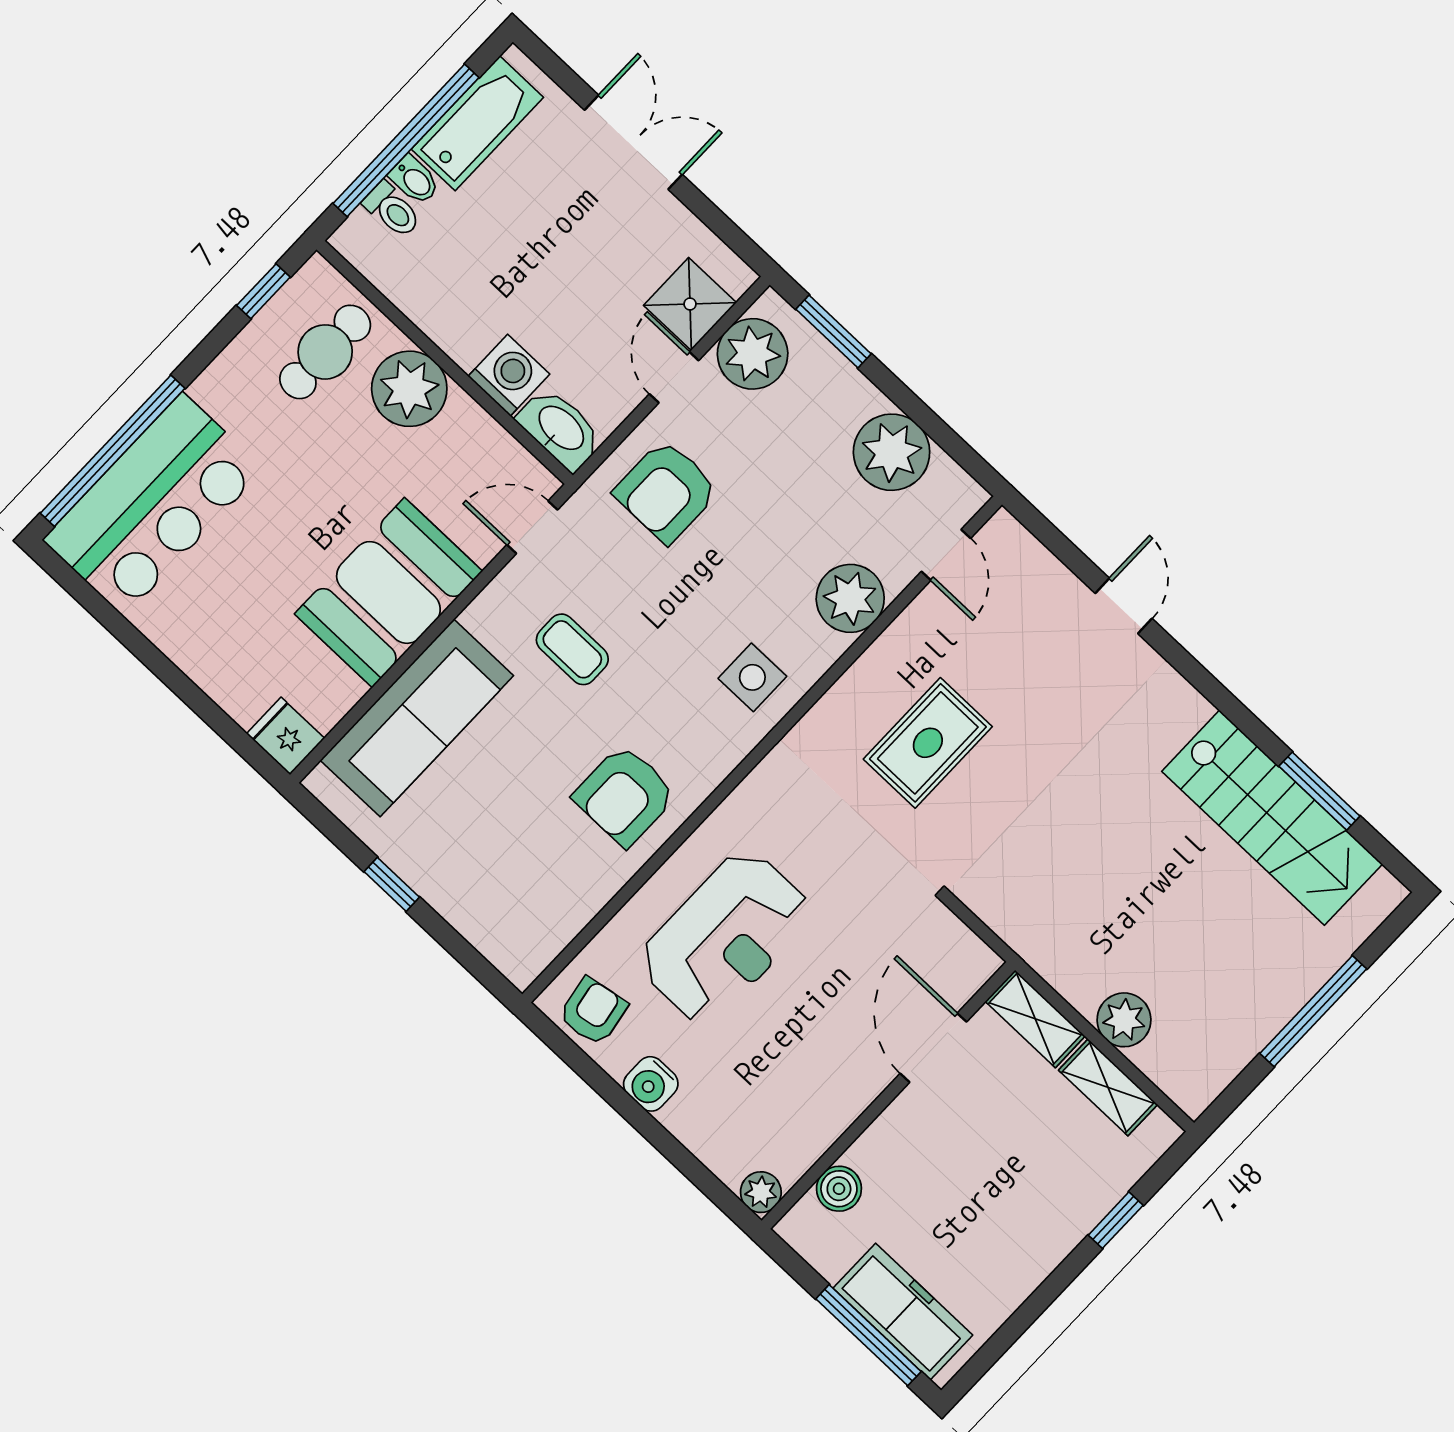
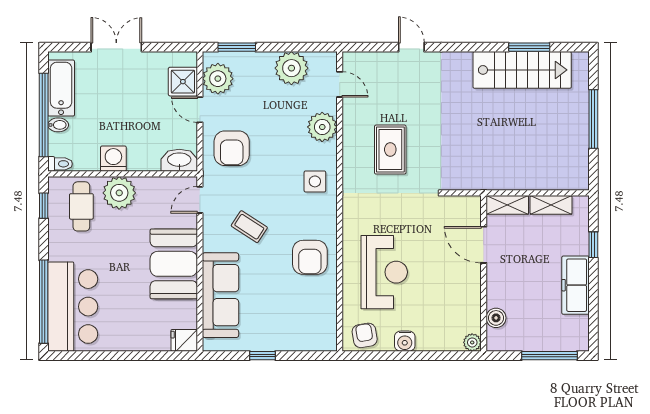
toilet: (392, 210) -> (60, 164), moved
washing machine: (509, 375) -> (113, 159), moved
coffee table: (572, 649) -> (249, 227), turned 33
plant: (1124, 1020) -> (536, 179), removed
freezer: (903, 1312) -> (576, 285), moved, turned -90

